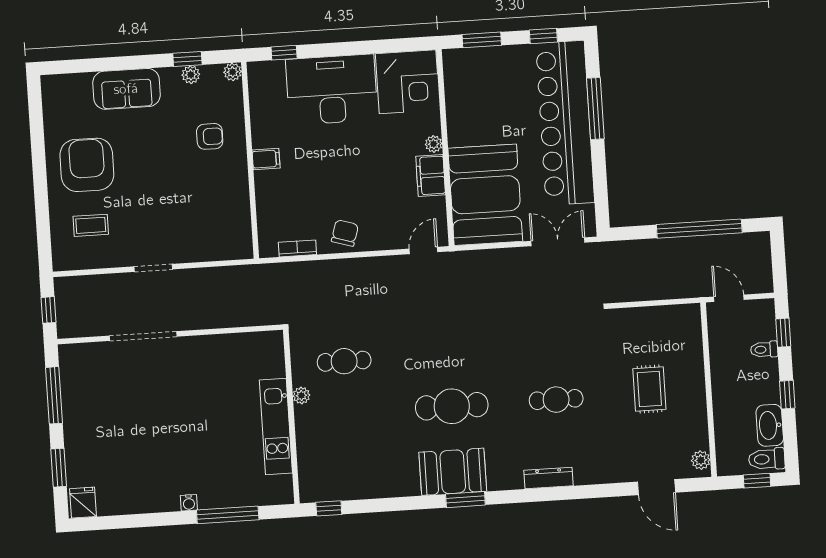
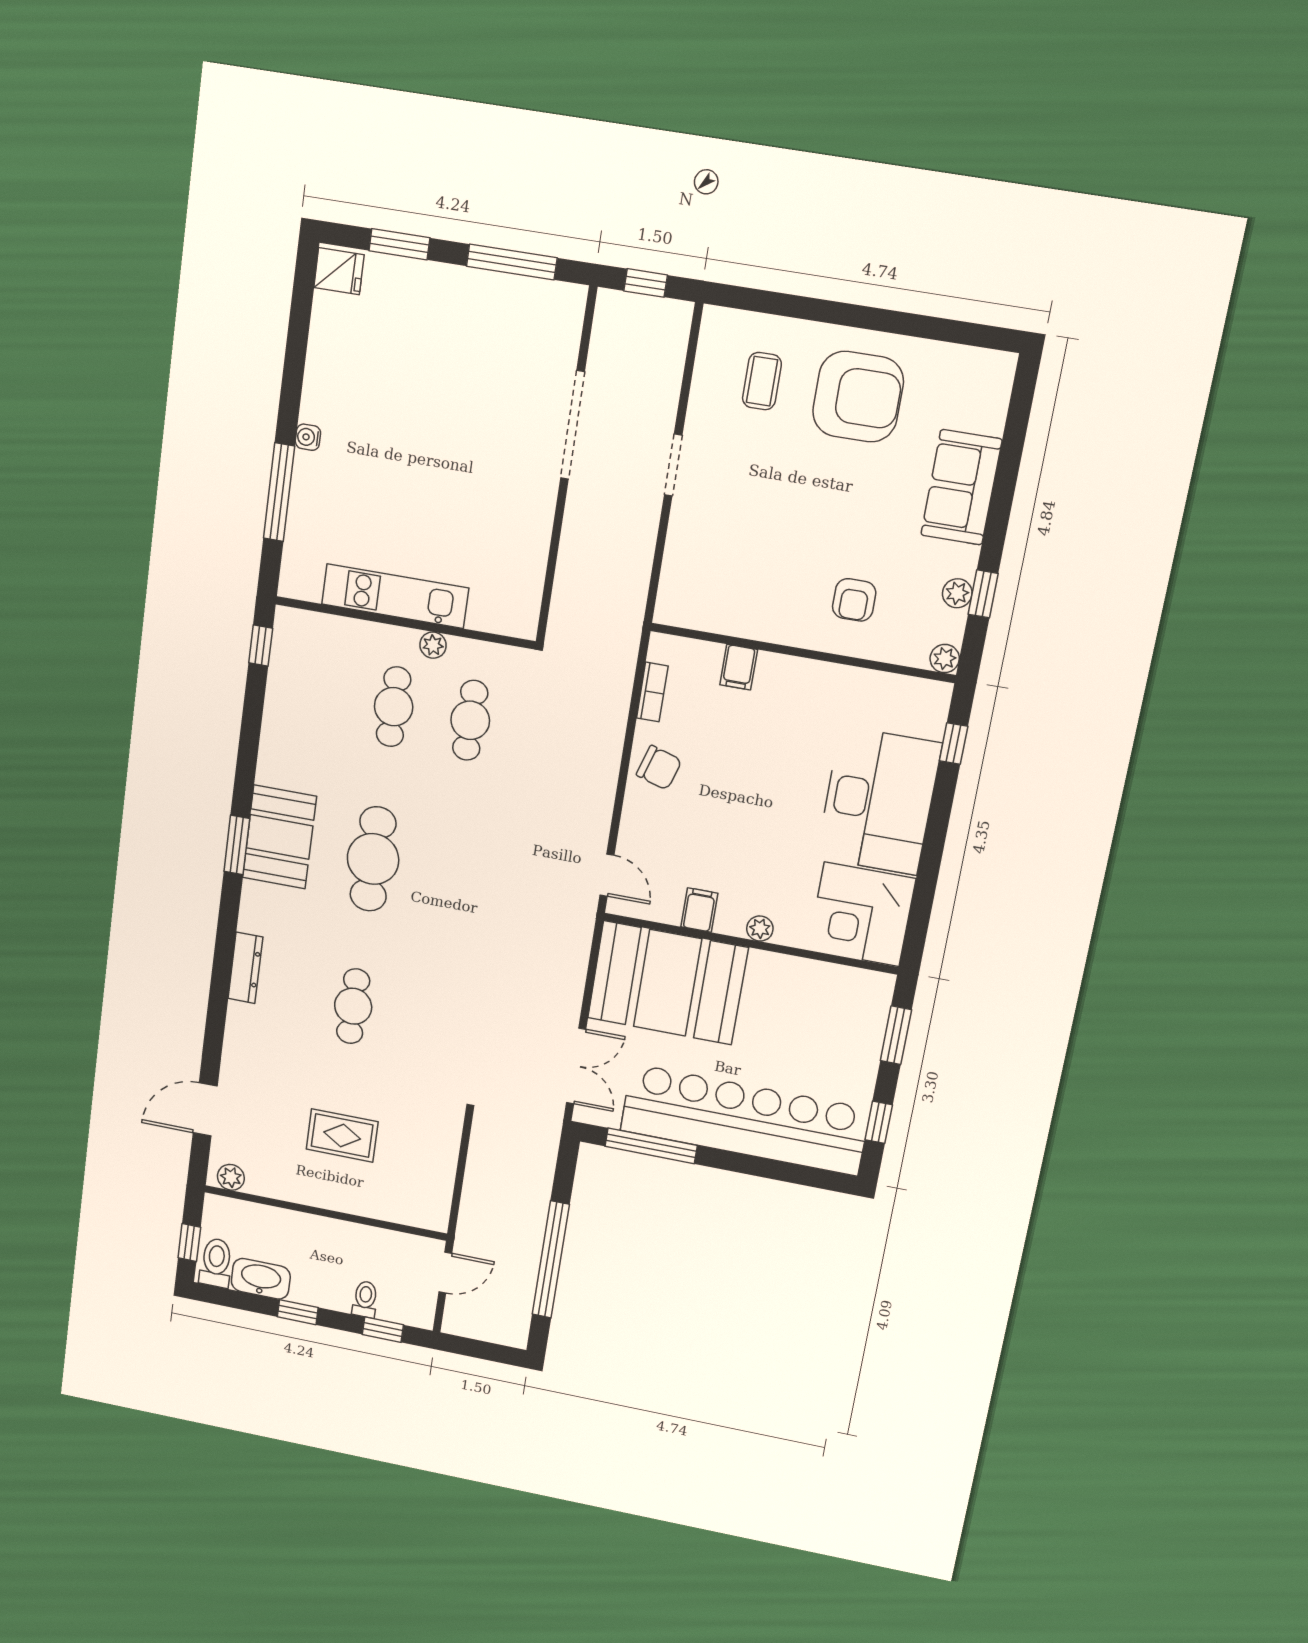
window: (595, 109) -> (651, 1146), moved
filing cabinet: (266, 159) -> (739, 667), moved
filing cabinet: (431, 175) -> (699, 910), width x0.50
cafe table: (347, 413) -> (394, 707), added

